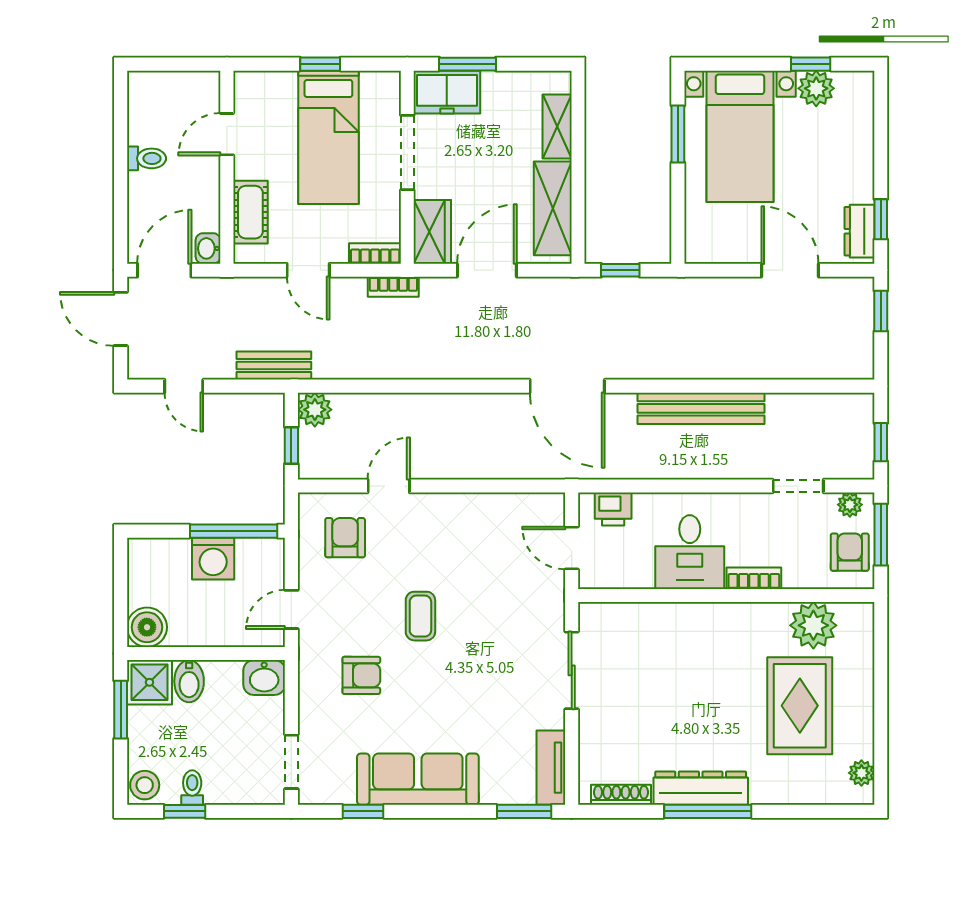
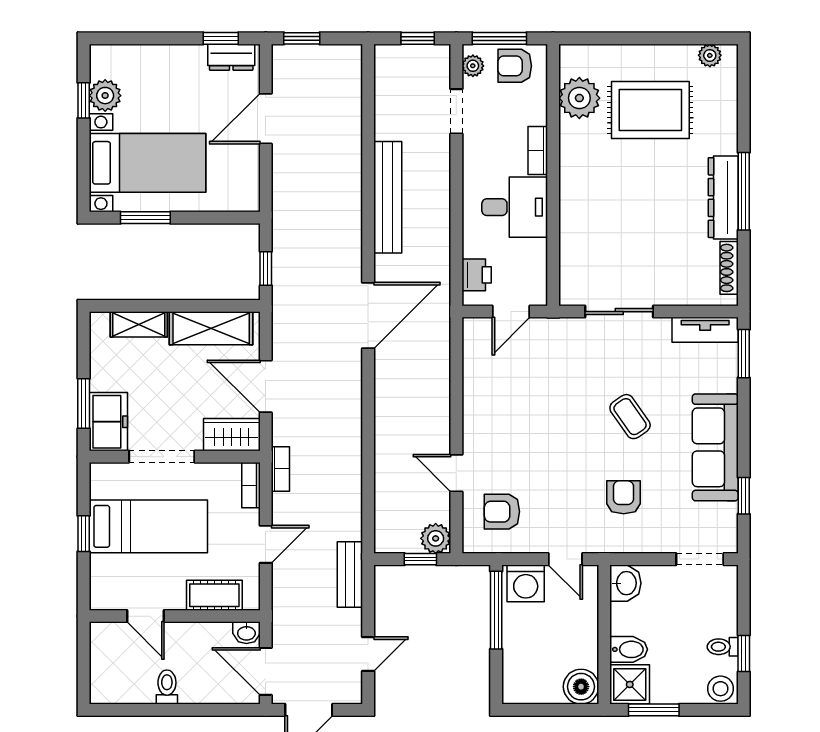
plant: (315, 410) -> (436, 538), moved
washing machine: (213, 559) -> (526, 583), moved, turned 90
coffee table: (420, 616) -> (630, 417), moved, turned 55

